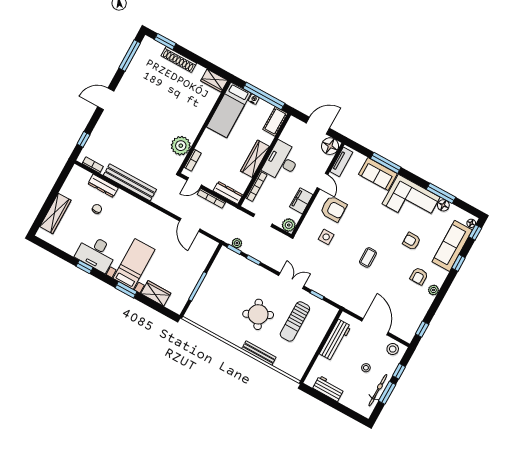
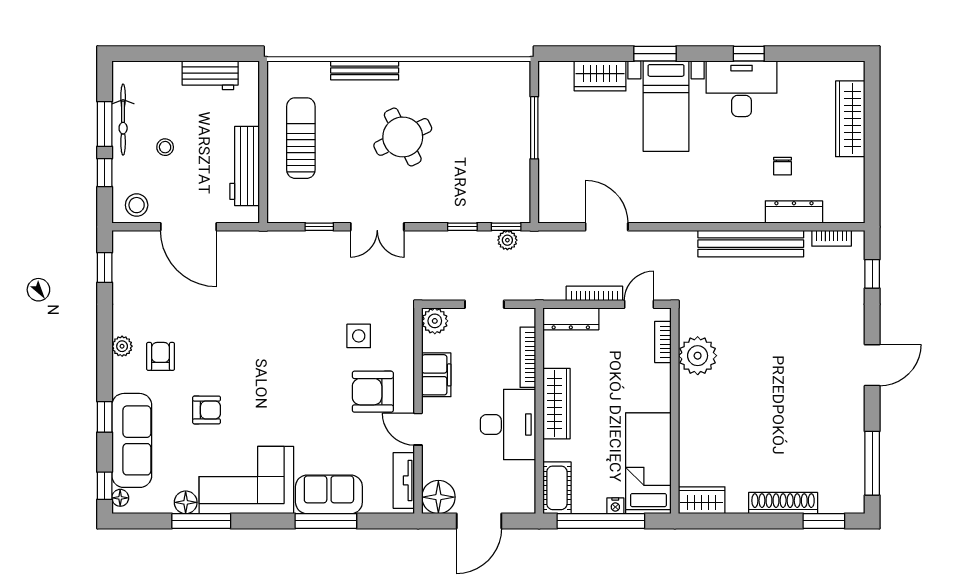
coffee table: (368, 257) -> (267, 340), removed
sun lounger: (295, 321) -> (301, 138), moved

